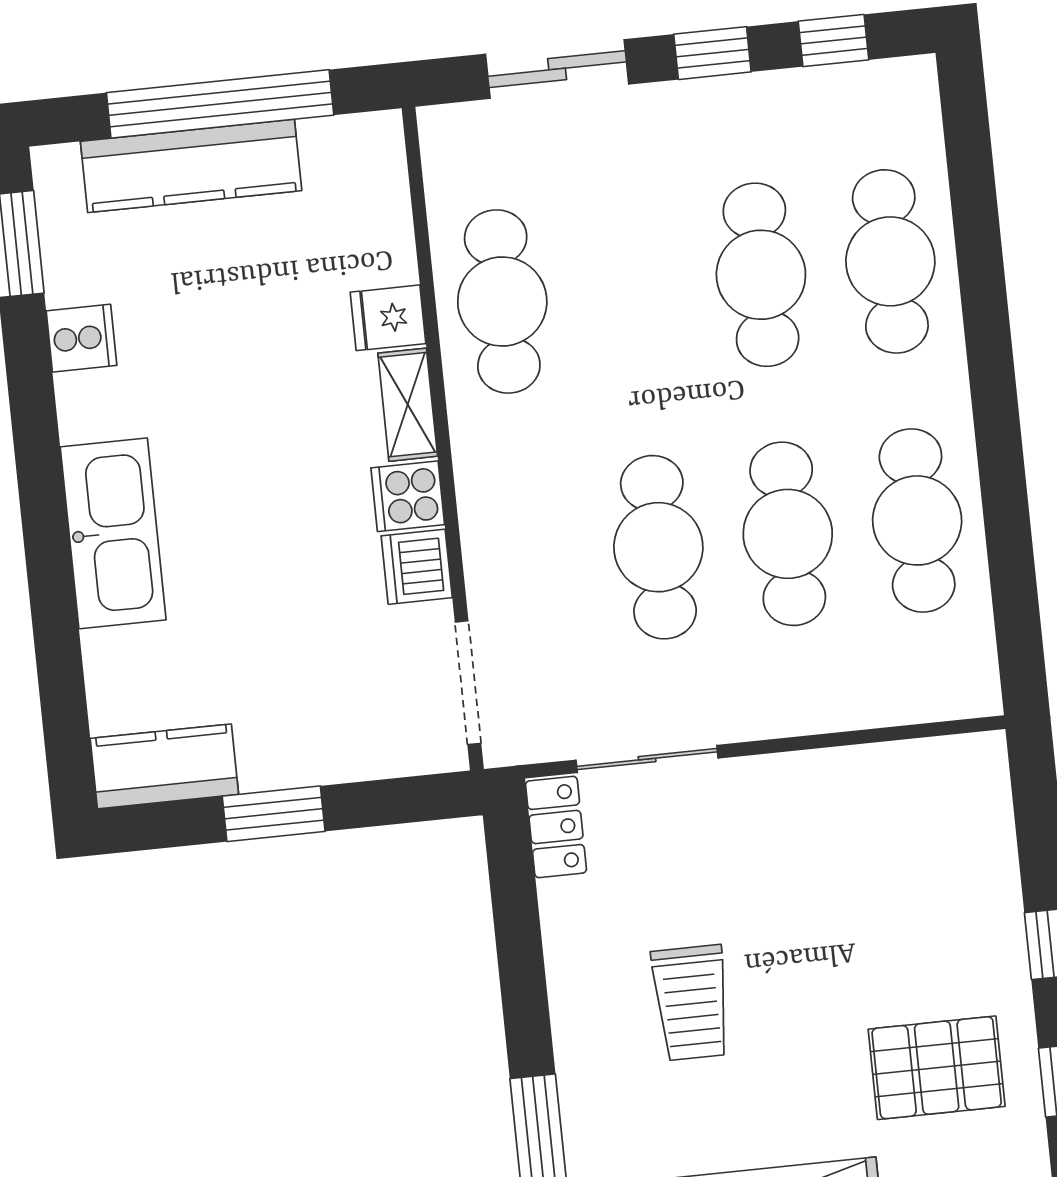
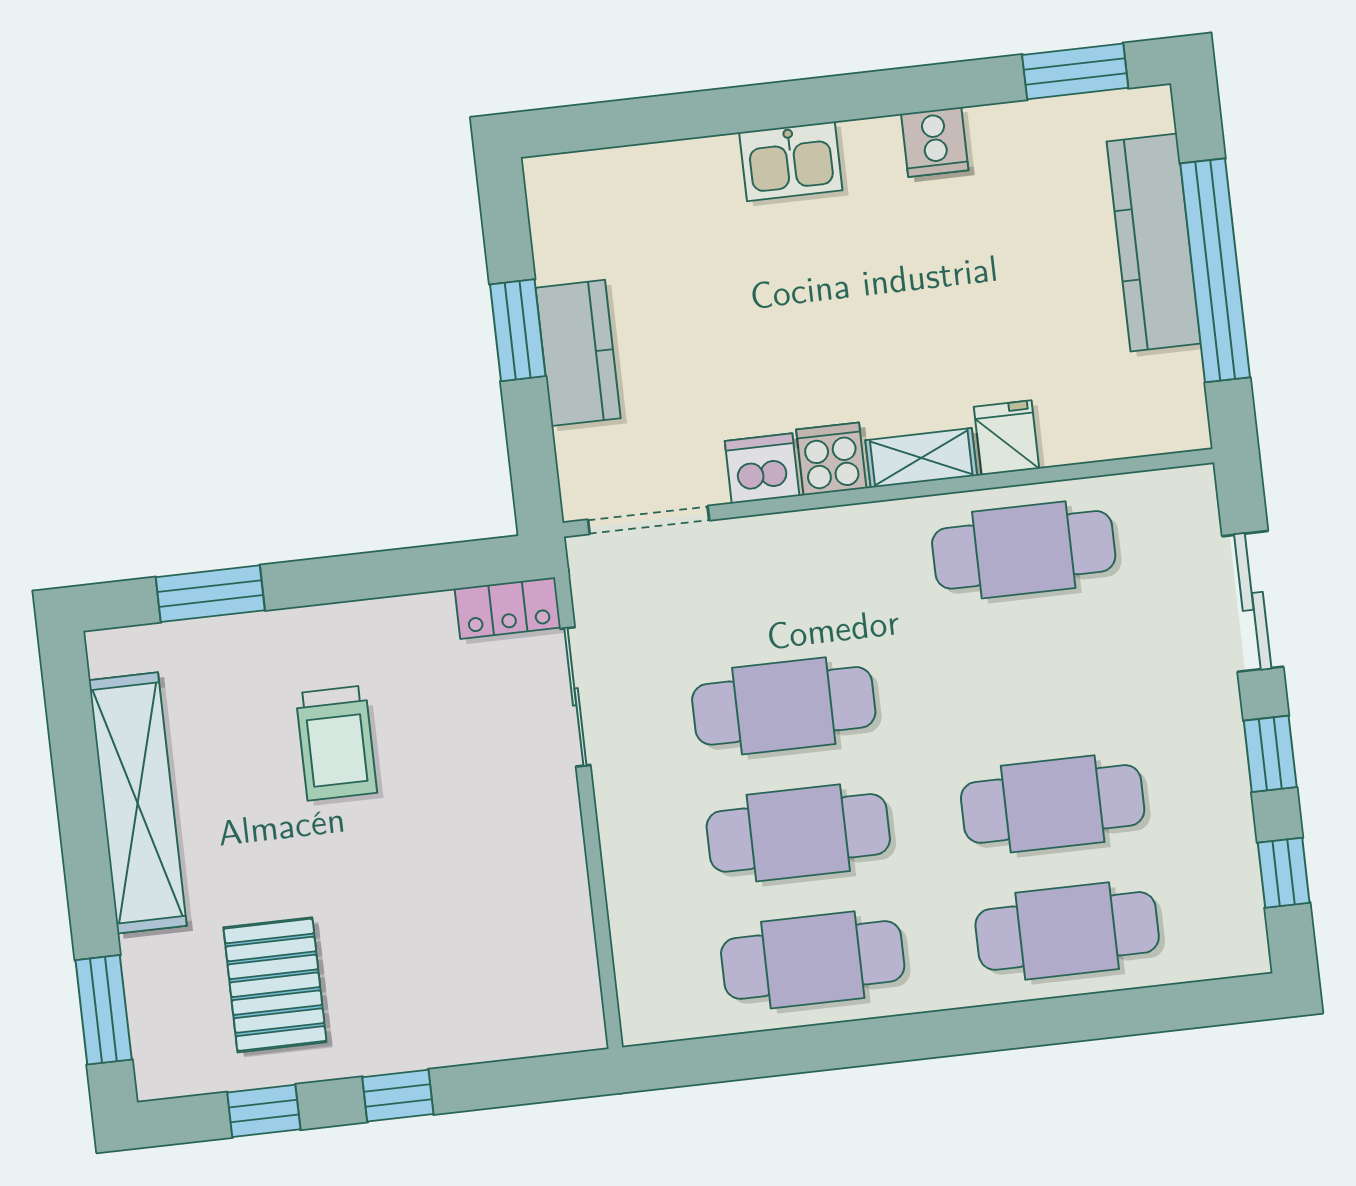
cooker: (81, 338) -> (935, 142), moved
kitchen sink: (113, 533) -> (791, 161), width x0.53, depth x0.81
kitchen counter: (164, 766) -> (578, 353), moved
trolley: (691, 1003) -> (336, 743), turned -90

